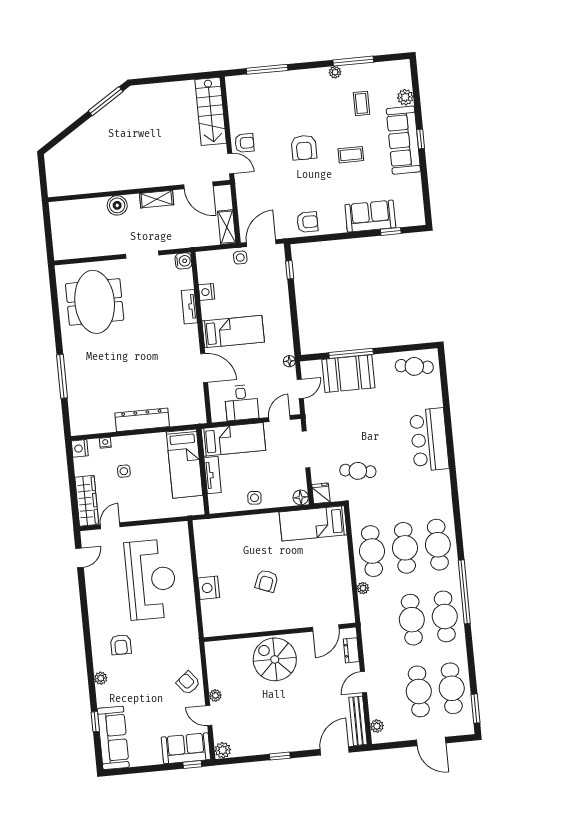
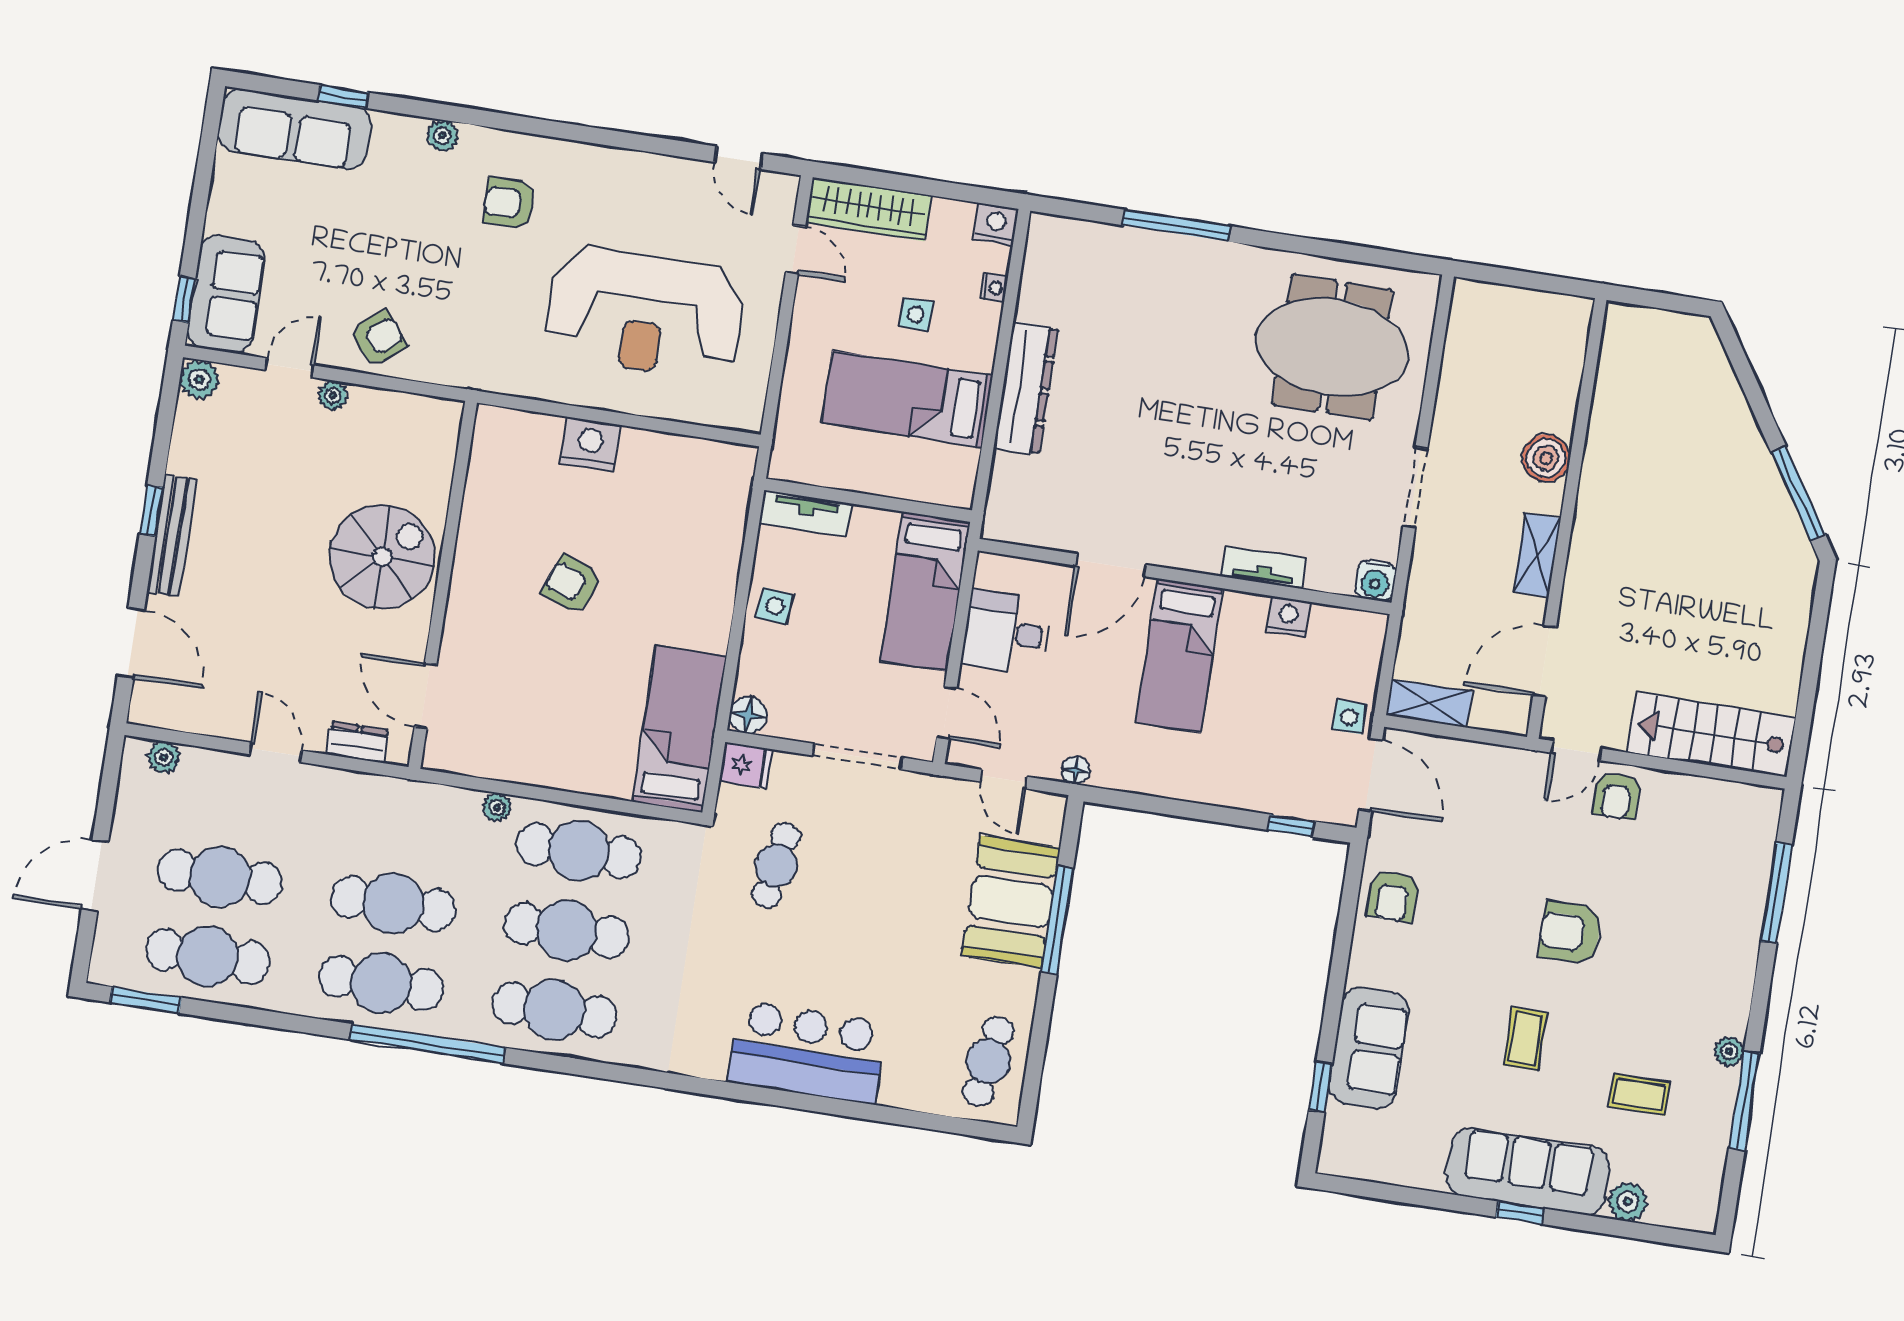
bed: (185, 464) -> (907, 399), moved
tv unit: (213, 475) -> (805, 514), moved
bench: (358, 721) -> (172, 536), moved, turned 90

